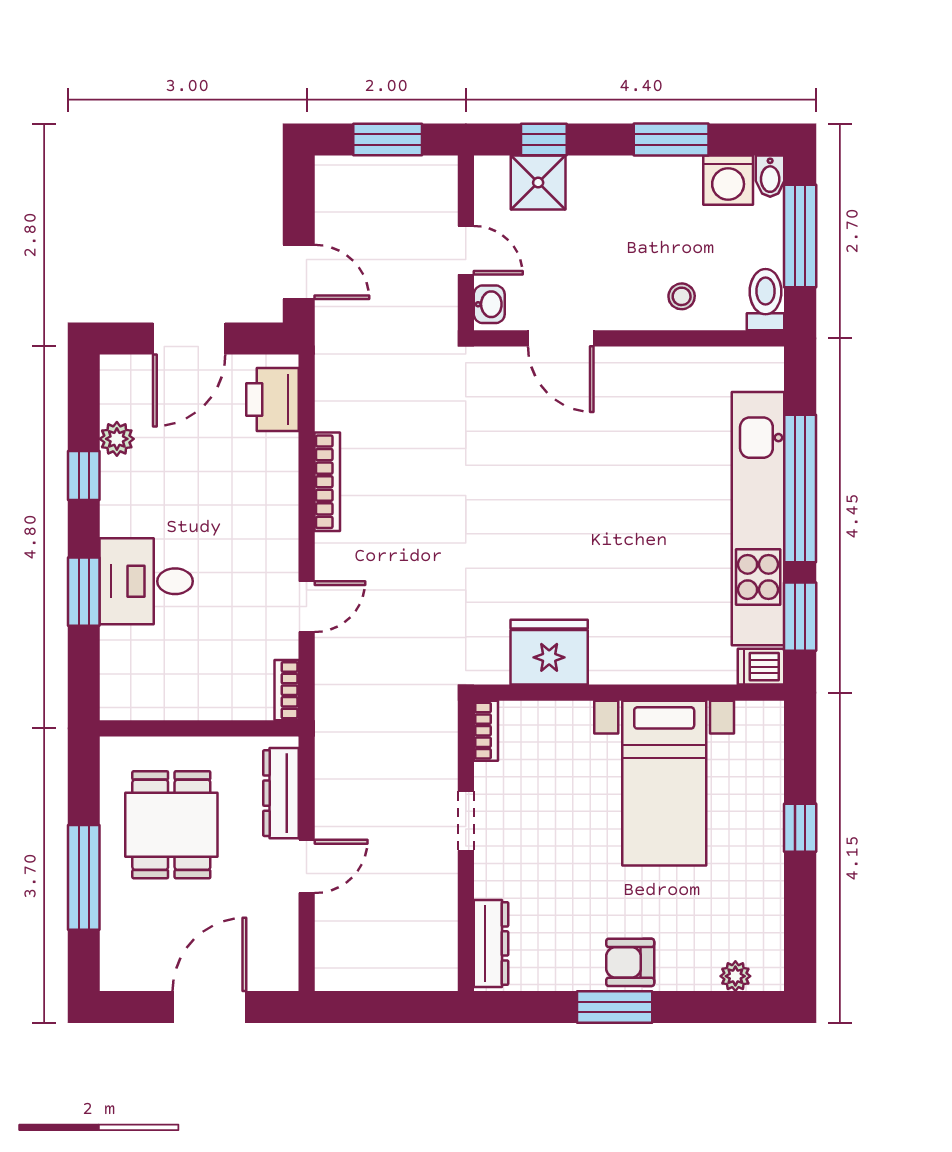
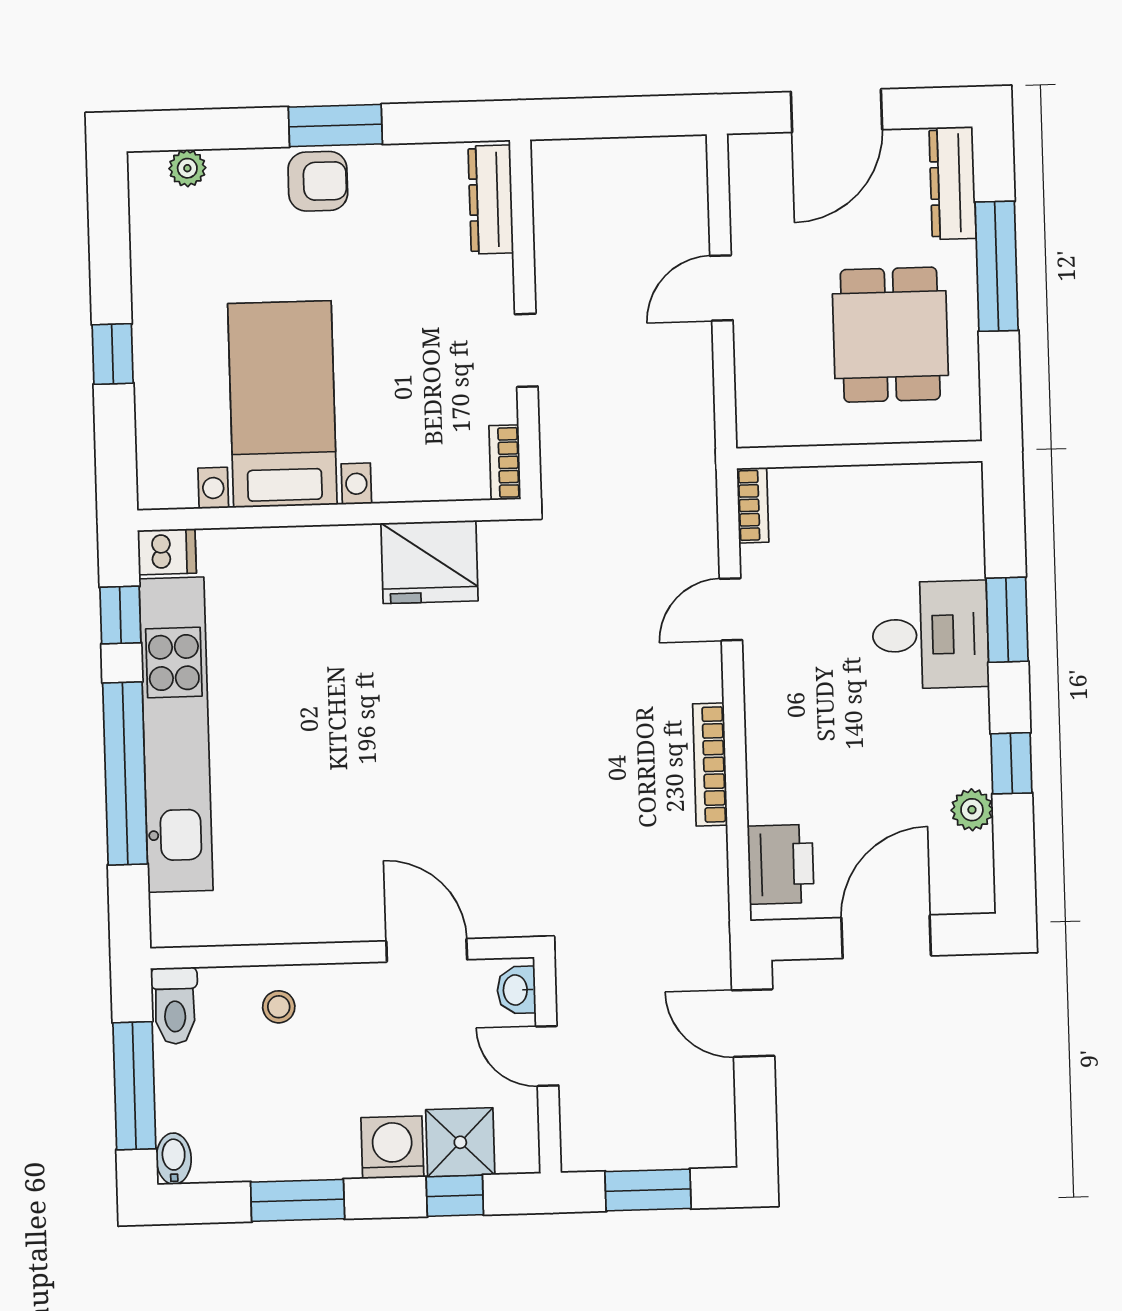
washing machine: (728, 180) -> (392, 1147), moved
window: (800, 617) -> (120, 615), width x0.67
dresser: (281, 793) -> (953, 183), moved, turned 180

